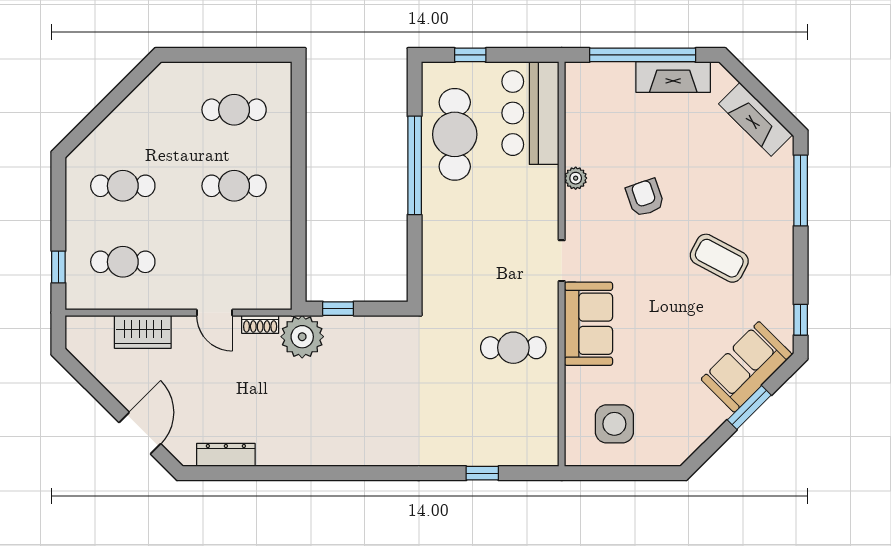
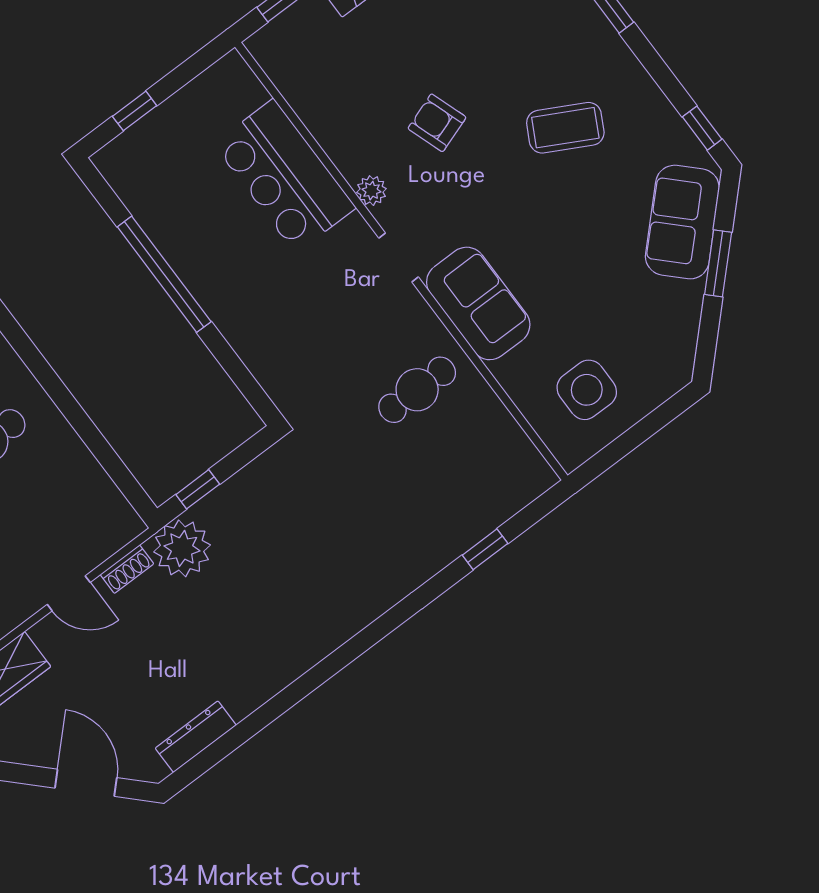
bar counter: (530, 113) -> (285, 176), moved
cafe table: (455, 134) -> (182, 209), removed
plant: (576, 178) -> (372, 191), moved

